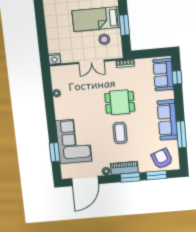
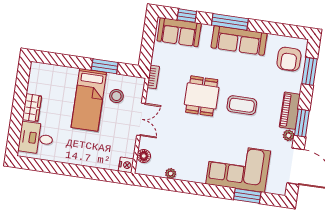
floor lamp: (64, 70) -> (144, 156), added
window: (181, 134) -> (230, 22), moved
armchair: (162, 159) -> (289, 59), turned -70
window: (130, 177) -> (302, 123), moved

